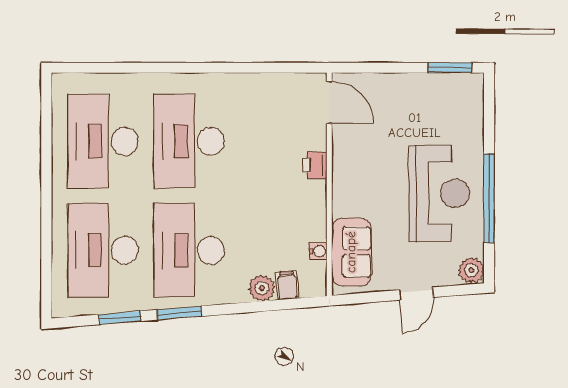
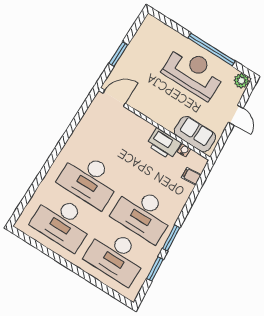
window: (450, 68) -> (118, 54), moved
printer: (315, 165) -> (164, 144), moved, width x1.87, depth x1.48
plant: (262, 288) -> (185, 190), removed

